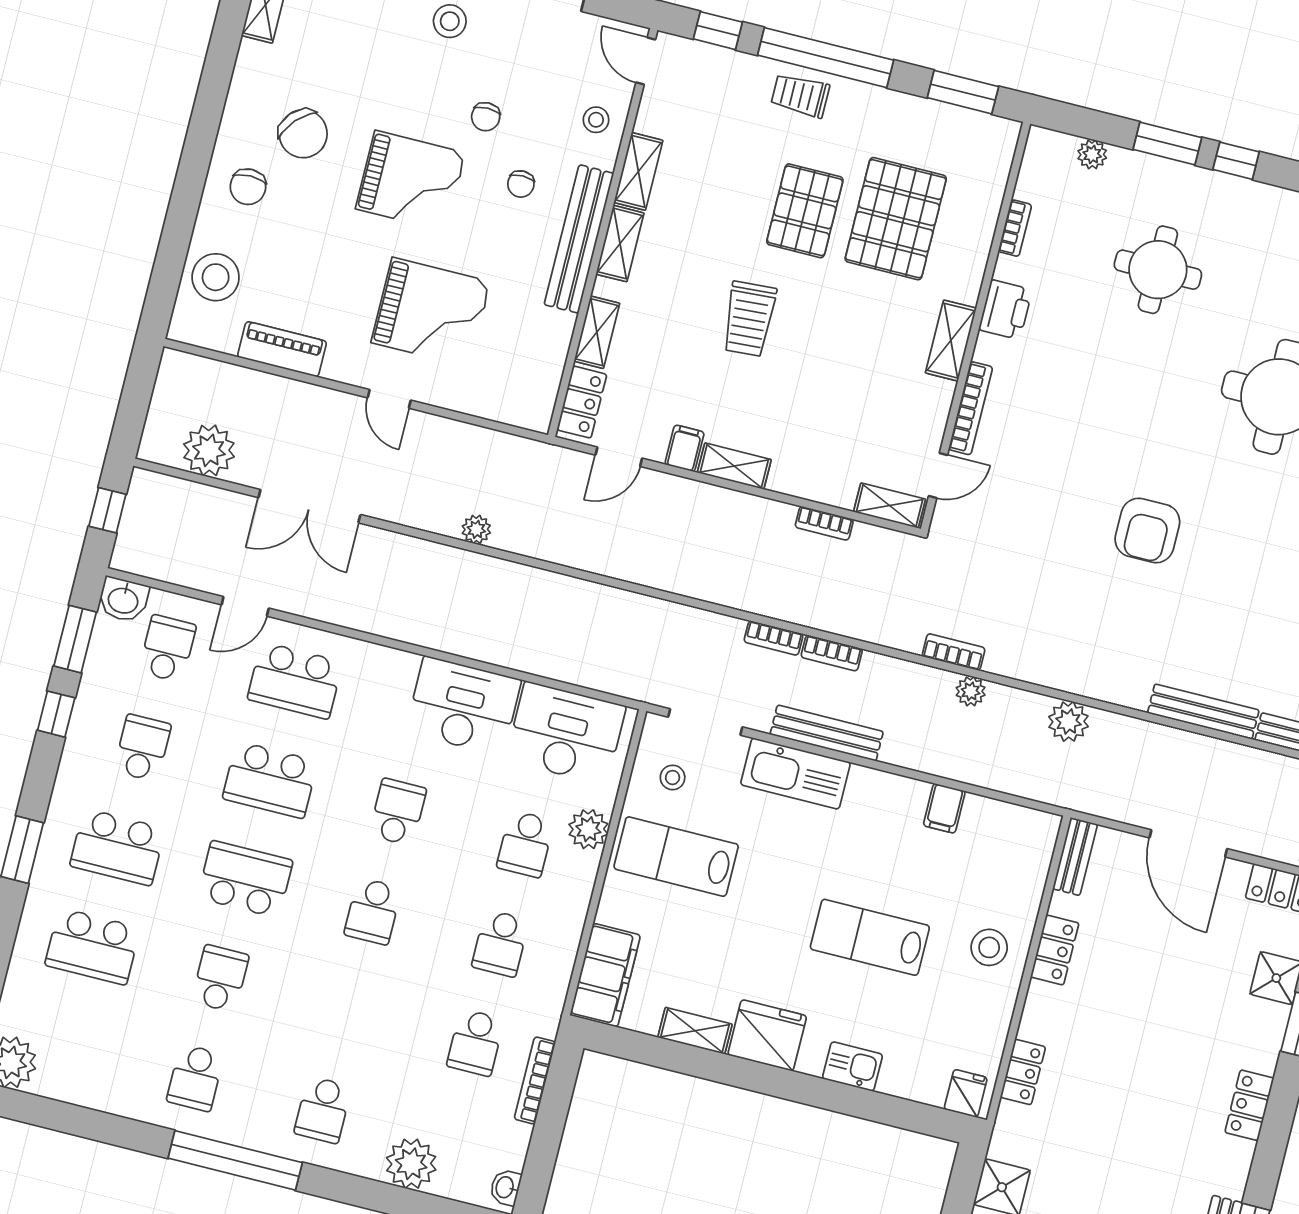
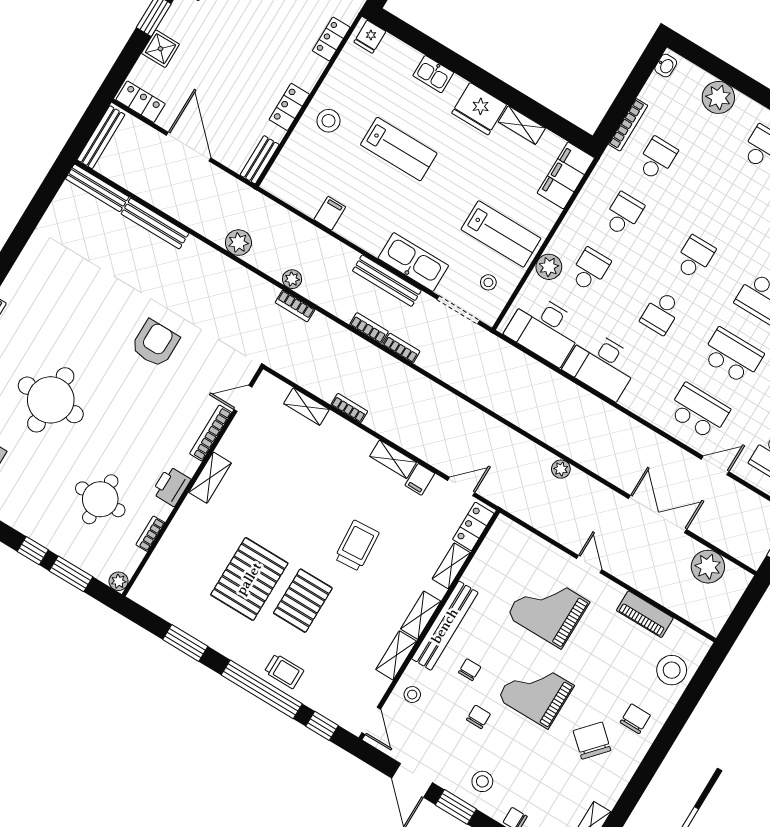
bookcase: (1015, 228) -> (150, 534), moved
printer: (1005, 310) -> (171, 486), moved
wall: (976, 326) -> (192, 482), moved
shelving: (951, 341) -> (210, 478), moved
bookcase: (971, 408) -> (211, 433), moved
door: (938, 476) -> (243, 398), moved

